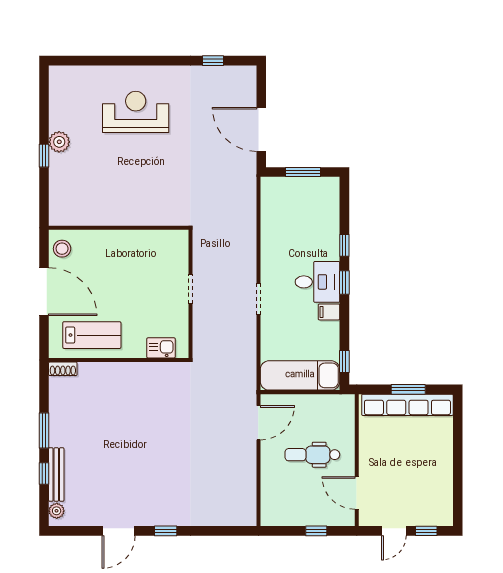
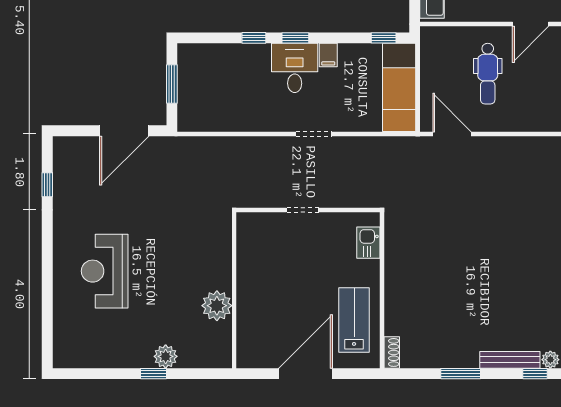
plant: (59, 142) -> (166, 356), moved
plant: (105, 212) -> (217, 306), added
stool: (62, 249) -> (257, 353), removed
window: (44, 474) -> (535, 374), moved

